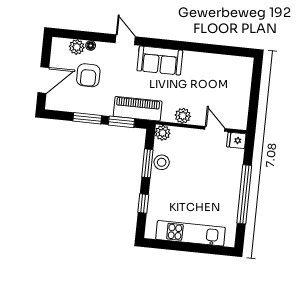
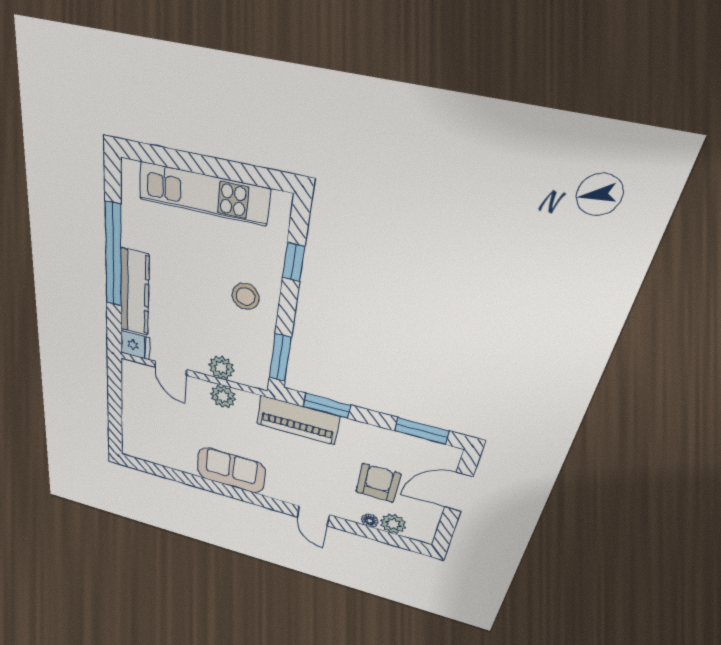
sofa: (160, 61) -> (231, 470), moved
window: (87, 118) -> (422, 431), moved
plant: (163, 133) -> (221, 368), moved
stool: (162, 162) -> (246, 296), moved
window: (147, 163) -> (280, 358), moved
kitchen counter: (234, 174) -> (135, 293), added

